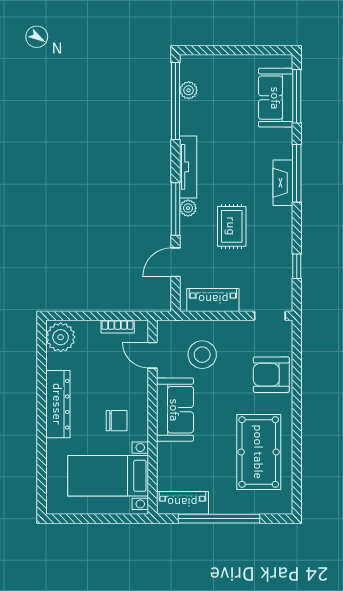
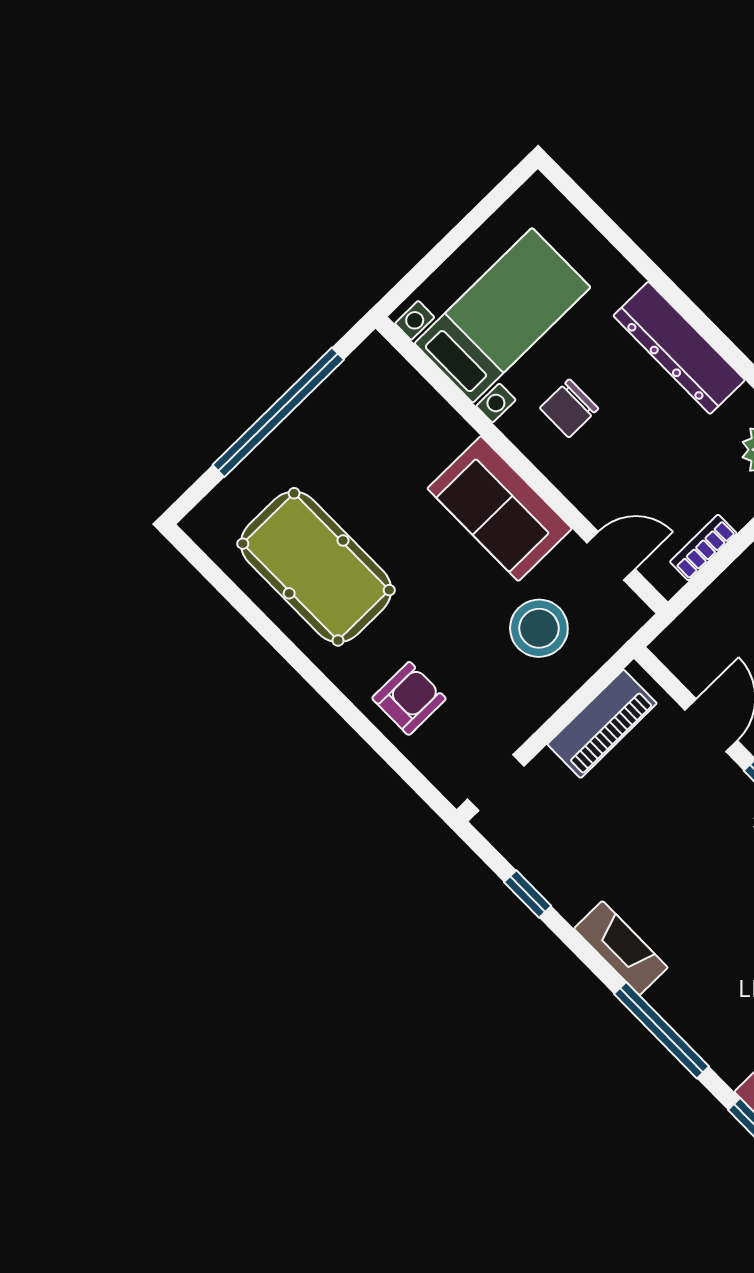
fireplace: (283, 183) -> (621, 948), moved
rug: (232, 226) -> (680, 859), removed
armchair: (271, 375) -> (409, 698), width x0.72, depth x0.72
piano: (182, 503) -> (354, 383), removed

